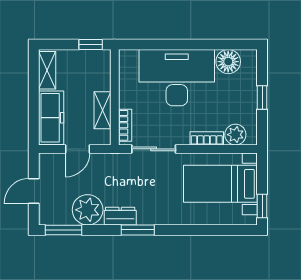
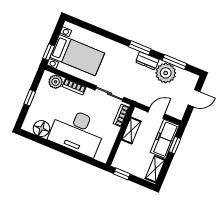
window: (34, 115) -> (175, 145), added
window: (262, 206) -> (49, 52), moved
window: (64, 230) -> (174, 62), moved

